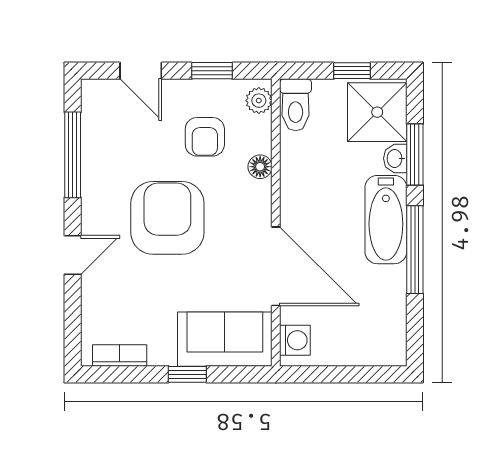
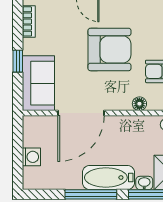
washing machine: (295, 340) -> (31, 157), moved, turned -90

